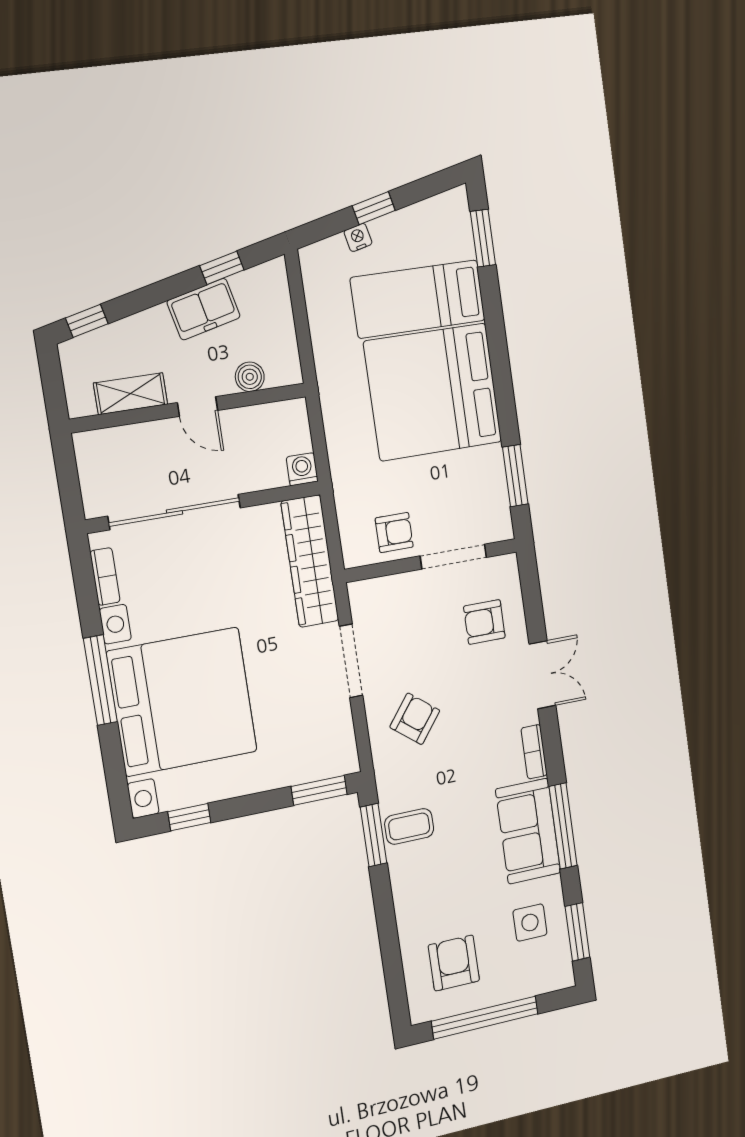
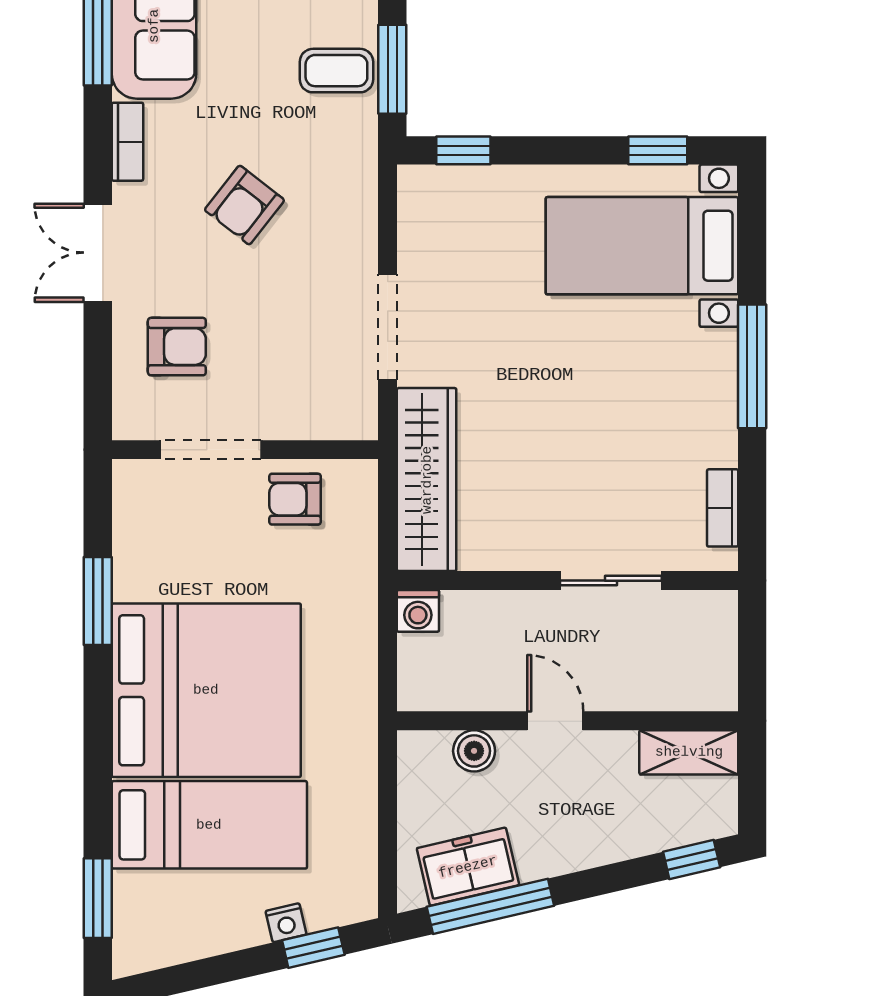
window: (374, 208) -> (313, 948), moved
window: (222, 268) -> (490, 906), width x2.17
freezer: (204, 309) -> (468, 867), moved
shelving: (131, 394) -> (689, 752), moved
window: (515, 476) -> (98, 601), moved
sliding door: (175, 512) -> (611, 581), width x0.54
bed with nightstands: (182, 702) -> (642, 246), width x0.54
armchair: (415, 719) -> (244, 205), moved
window: (319, 790) -> (463, 150), width x0.67

